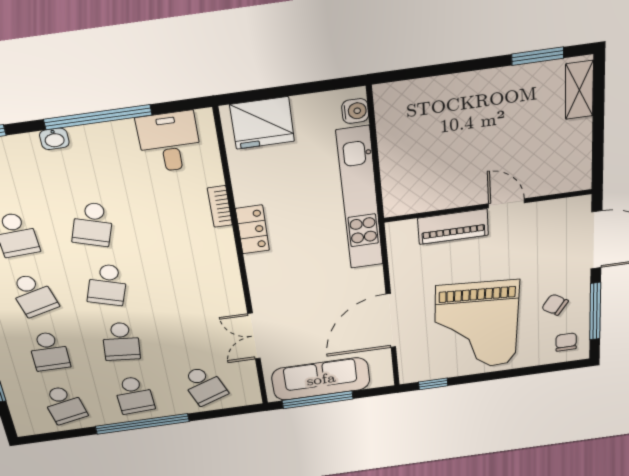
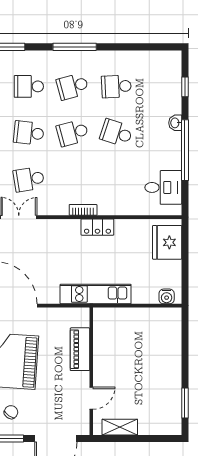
shelving: (579, 90) -> (120, 427), moved
kitchen unit: (360, 199) -> (96, 294), width x0.73
door: (506, 203) -> (91, 398), moved
bookcase: (220, 206) -> (83, 210), moved
school desk: (107, 285) -> (73, 133), turned -33
school desk: (193, 332) -> (29, 179), added

